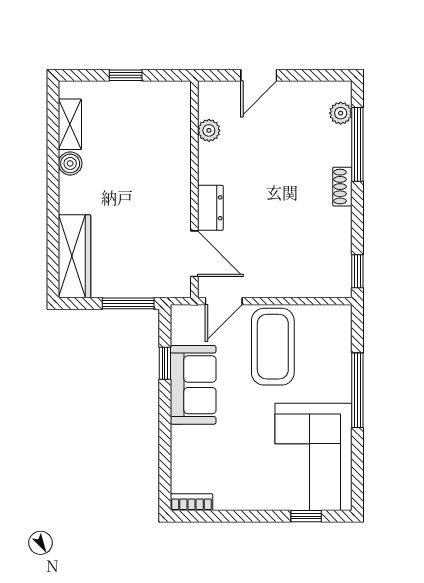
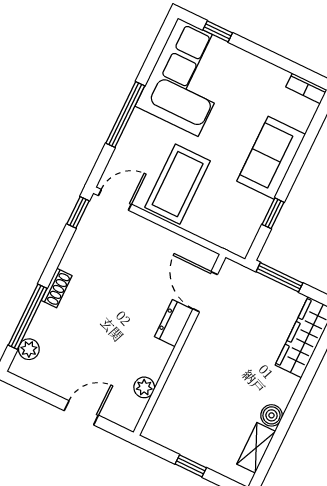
door: (224, 301) -> (115, 200), moved
sofa: (193, 385) -> (271, 158), moved

